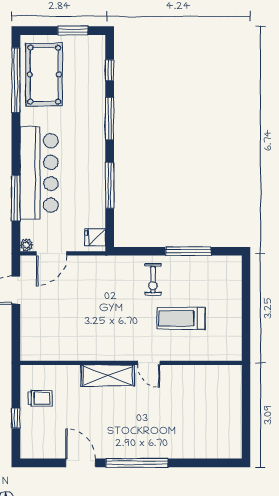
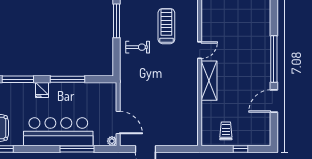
fridge: (95, 237) -> (42, 90), moved
treadmill: (181, 318) -> (166, 26), turned 180

